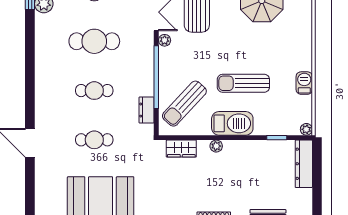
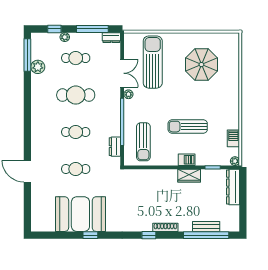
barbecue: (304, 83) -> (233, 138), moved
sun lounger: (184, 104) -> (143, 142), turned -43
barbecue: (232, 123) -> (187, 160), width x0.53, depth x0.65
plant: (216, 146) -> (167, 174), removed
wardrobe: (181, 149) -> (189, 176), moved

